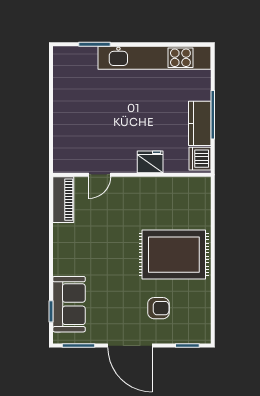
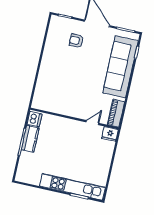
kitchen unit: (154, 58) -> (73, 187), moved
fridge: (150, 162) -> (110, 134), moved
rug: (174, 255) -> (61, 69), removed
sofa: (69, 304) -> (120, 67), width x1.85, depth x1.27

